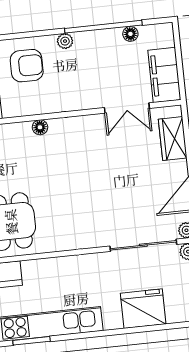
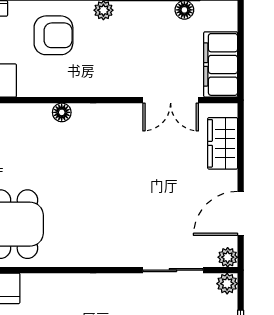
sliding door: (143, 245) -> (173, 270), width x0.73

